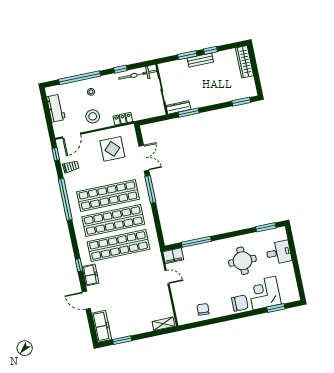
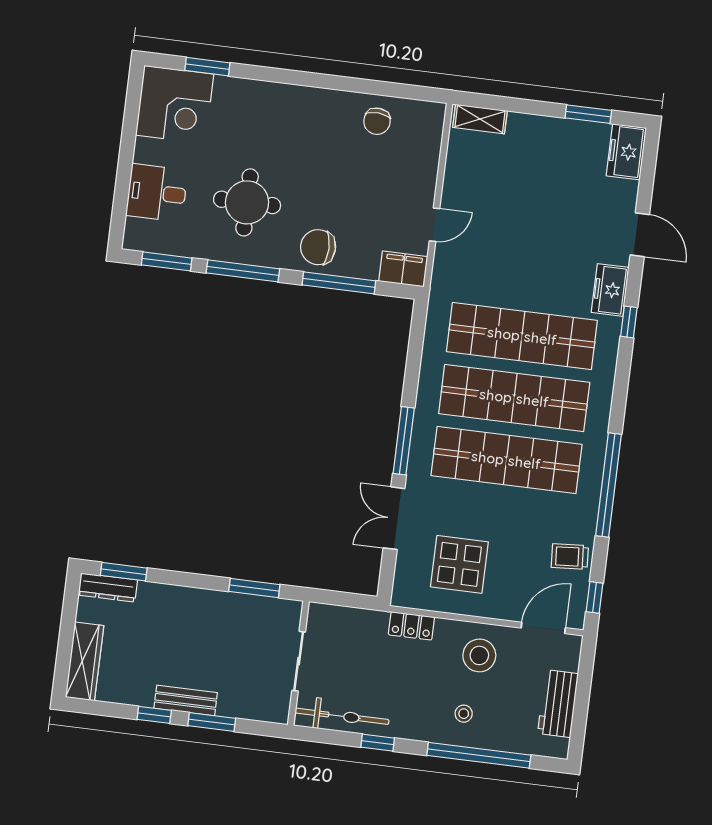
dresser: (178, 107) -> (108, 588), moved
window: (235, 234) -> (243, 271), added
door: (167, 277) -> (435, 225), swing flipped
corner desk: (264, 293) -> (175, 105), moved
chair: (240, 303) -> (318, 247), moved
freezer: (102, 326) -> (626, 152), width x0.71

